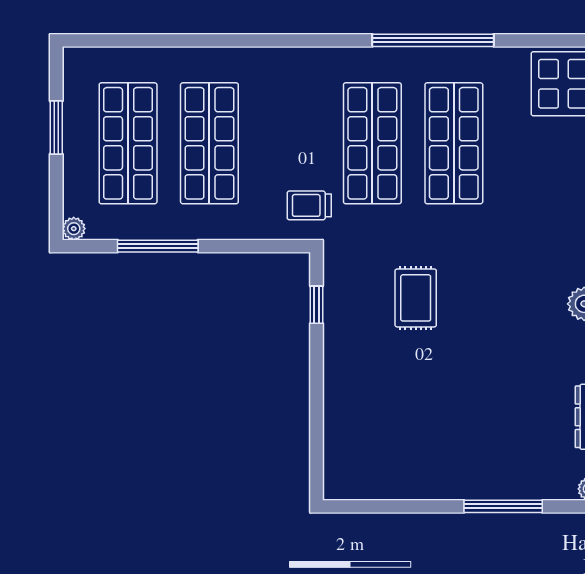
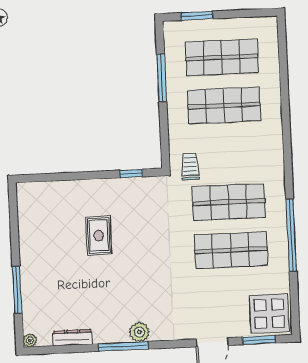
window: (56, 127) -> (197, 16), moved
plant: (74, 229) -> (170, 28), removed
rug: (416, 298) -> (99, 235), moved, turned 90

